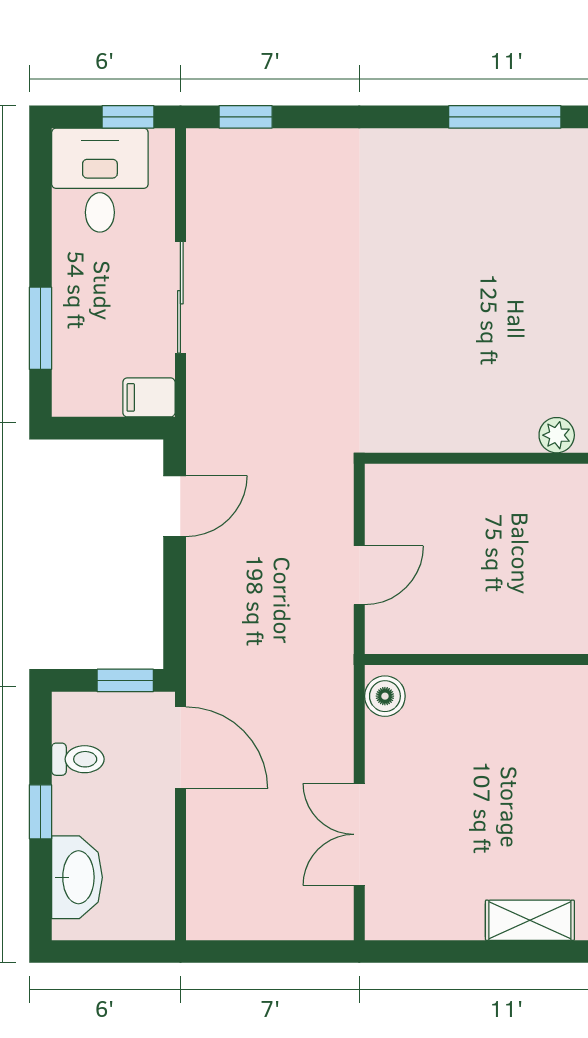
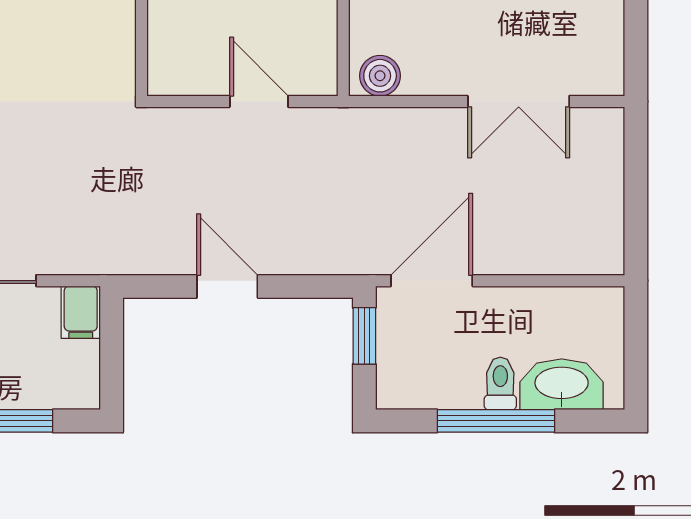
door: (175, 506) -> (227, 286), moved
toilet: (78, 759) -> (500, 383), moved
window: (40, 812) -> (496, 421), width x2.17

